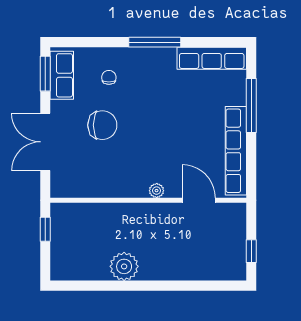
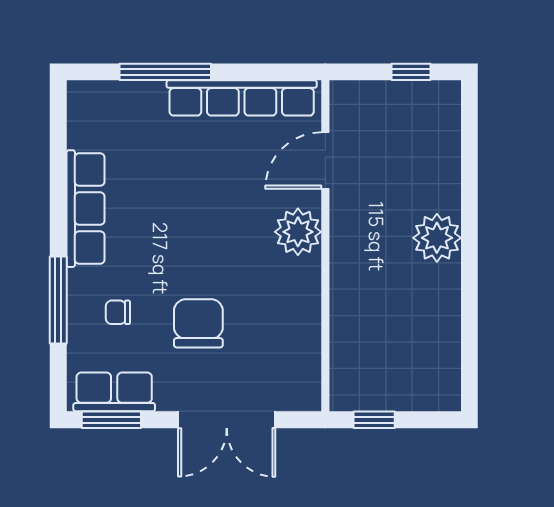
window: (155, 42) -> (58, 300), moved
row of seats: (212, 58) -> (85, 209), moved
plant: (157, 191) -> (298, 232), width x1.88, depth x1.88
plant: (124, 266) -> (437, 238), moved

